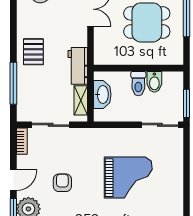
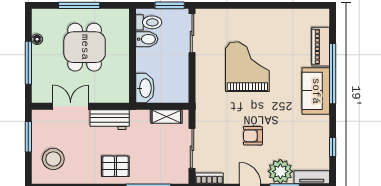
workbench: (78, 66) -> (110, 120), moved
toilet: (138, 84) -> (149, 22), moved
washbasin: (102, 94) -> (145, 88), moved, turned 90

